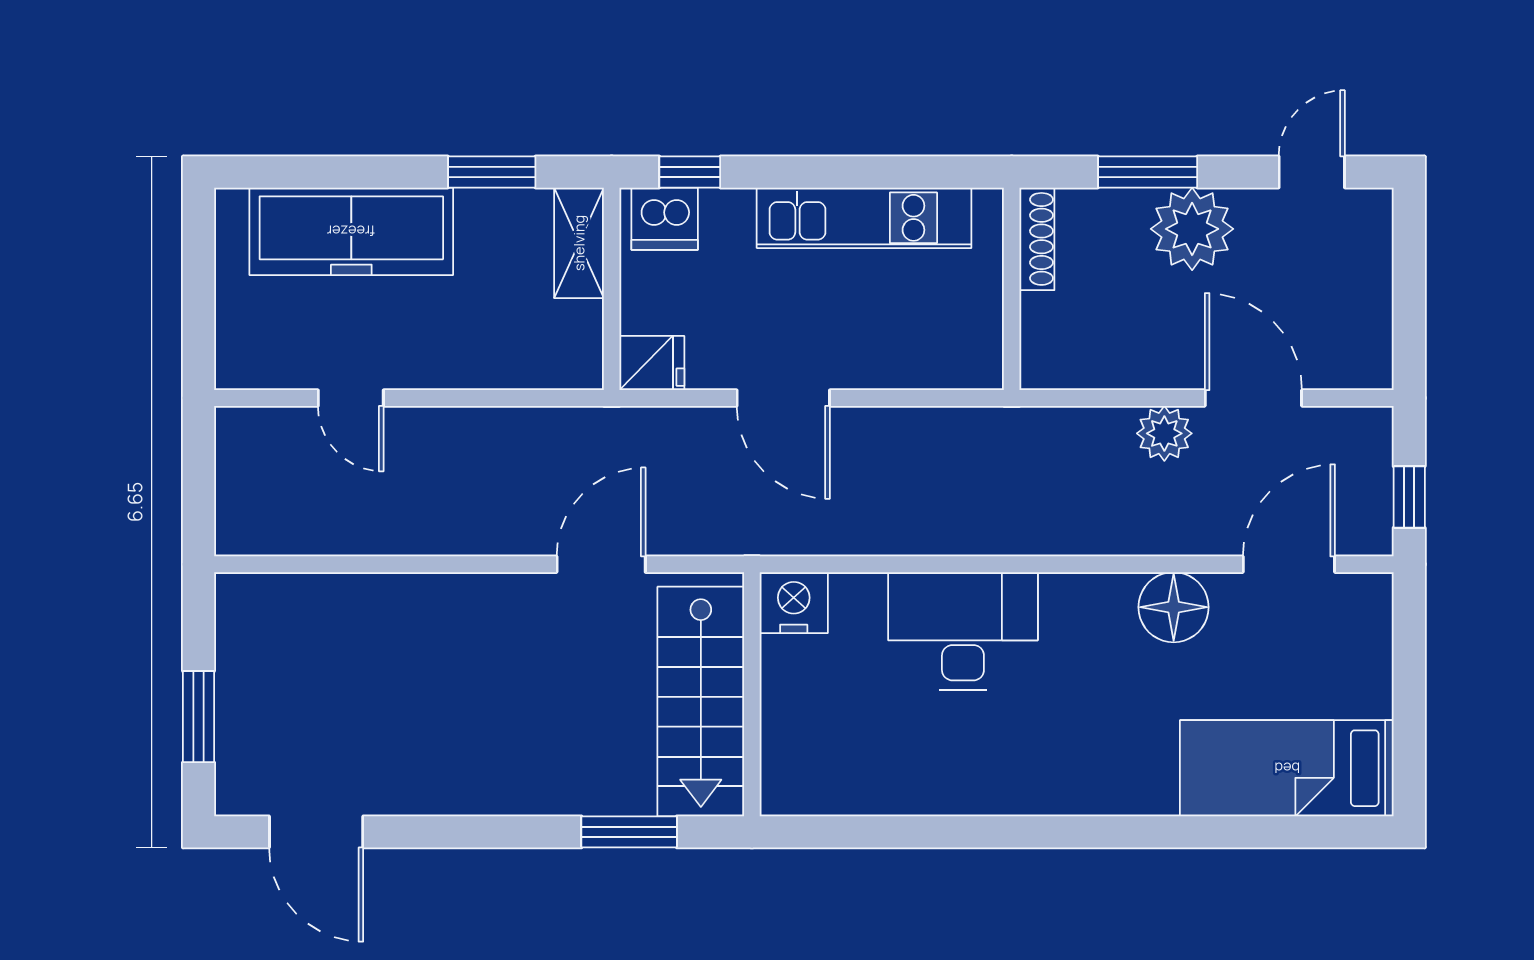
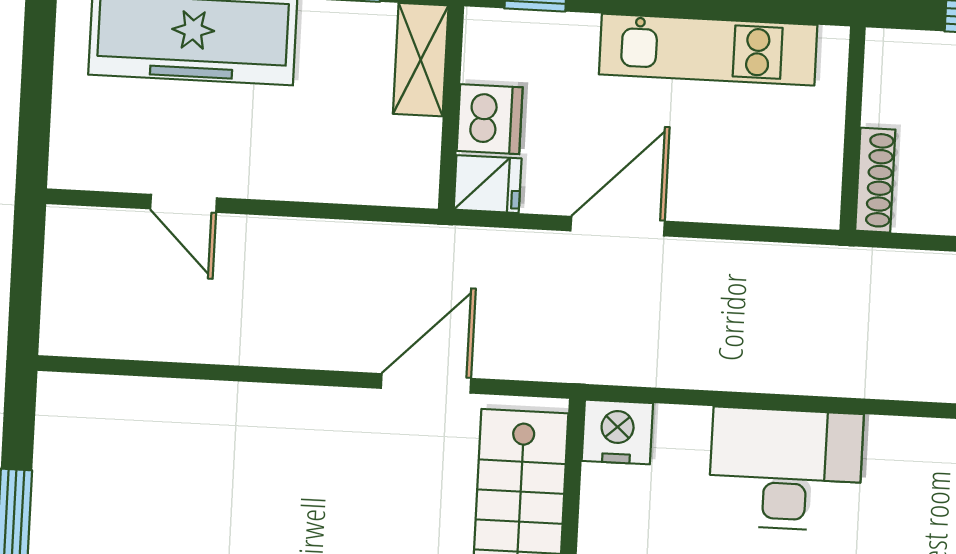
dishwasher: (665, 219) -> (490, 119), moved, turned -90
shoe rack: (1037, 239) -> (875, 180), moved
door: (783, 398) -> (618, 226), swing flipped

